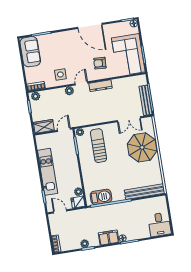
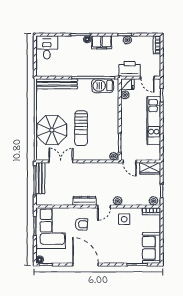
door: (64, 130) -> (130, 161), hinge flipped
sun lounger: (99, 146) -> (81, 128), moved
printer: (78, 217) -> (130, 69), added

